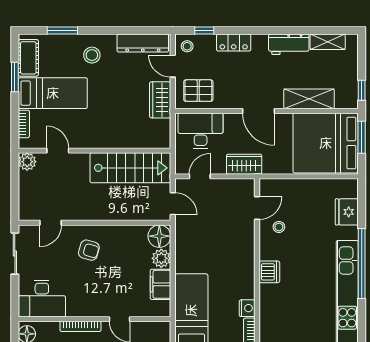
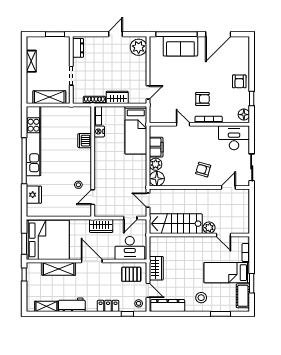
plant: (27, 162) -> (209, 228), moved
dishwasher: (269, 272) -> (85, 141), moved

